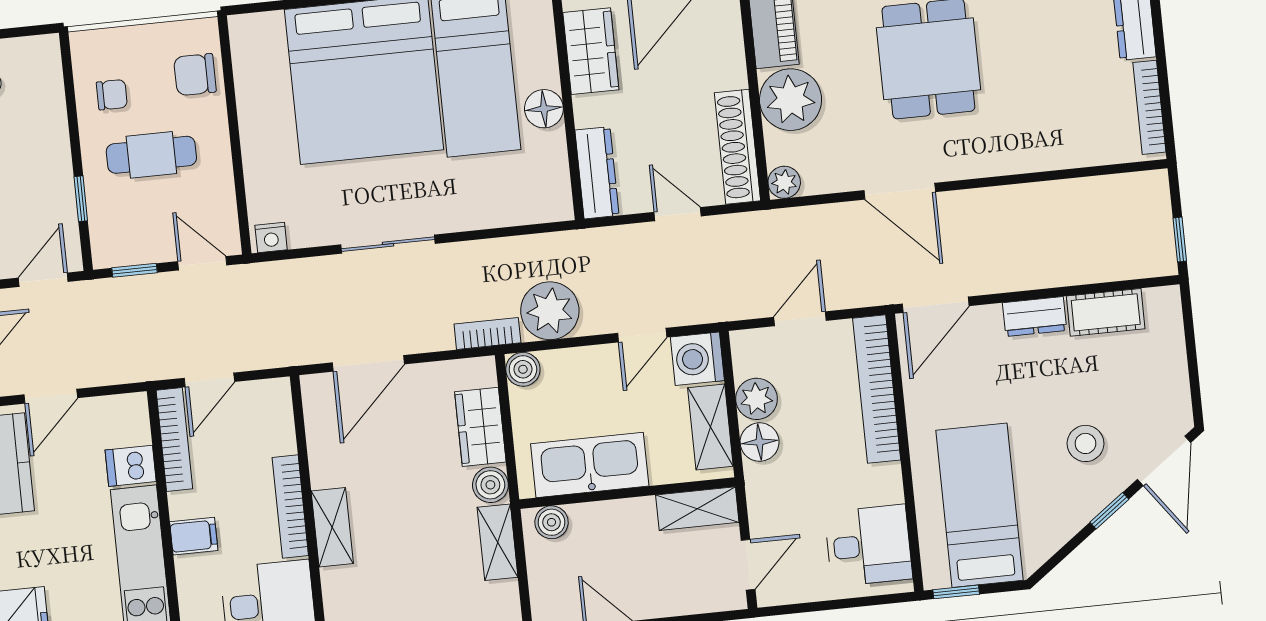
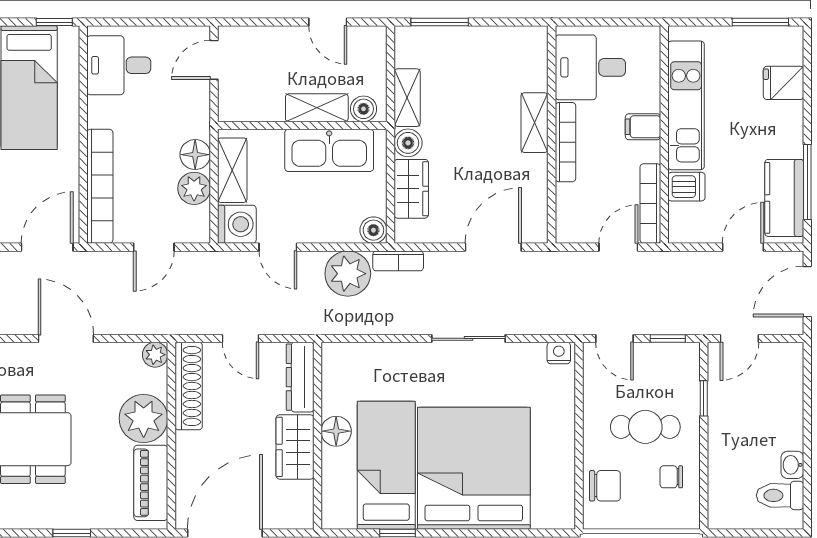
wardrobe: (591, 51) -> (295, 447), moved
door: (642, 335) -> (278, 247), swing flipped
shelving: (697, 509) -> (317, 108), moved

